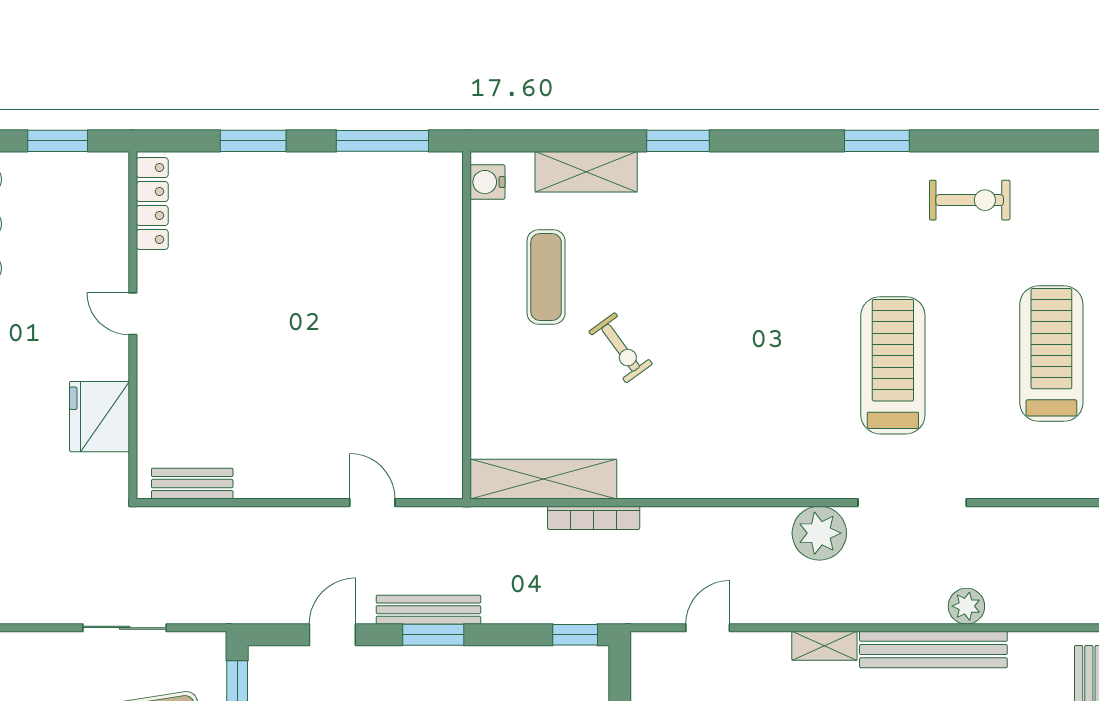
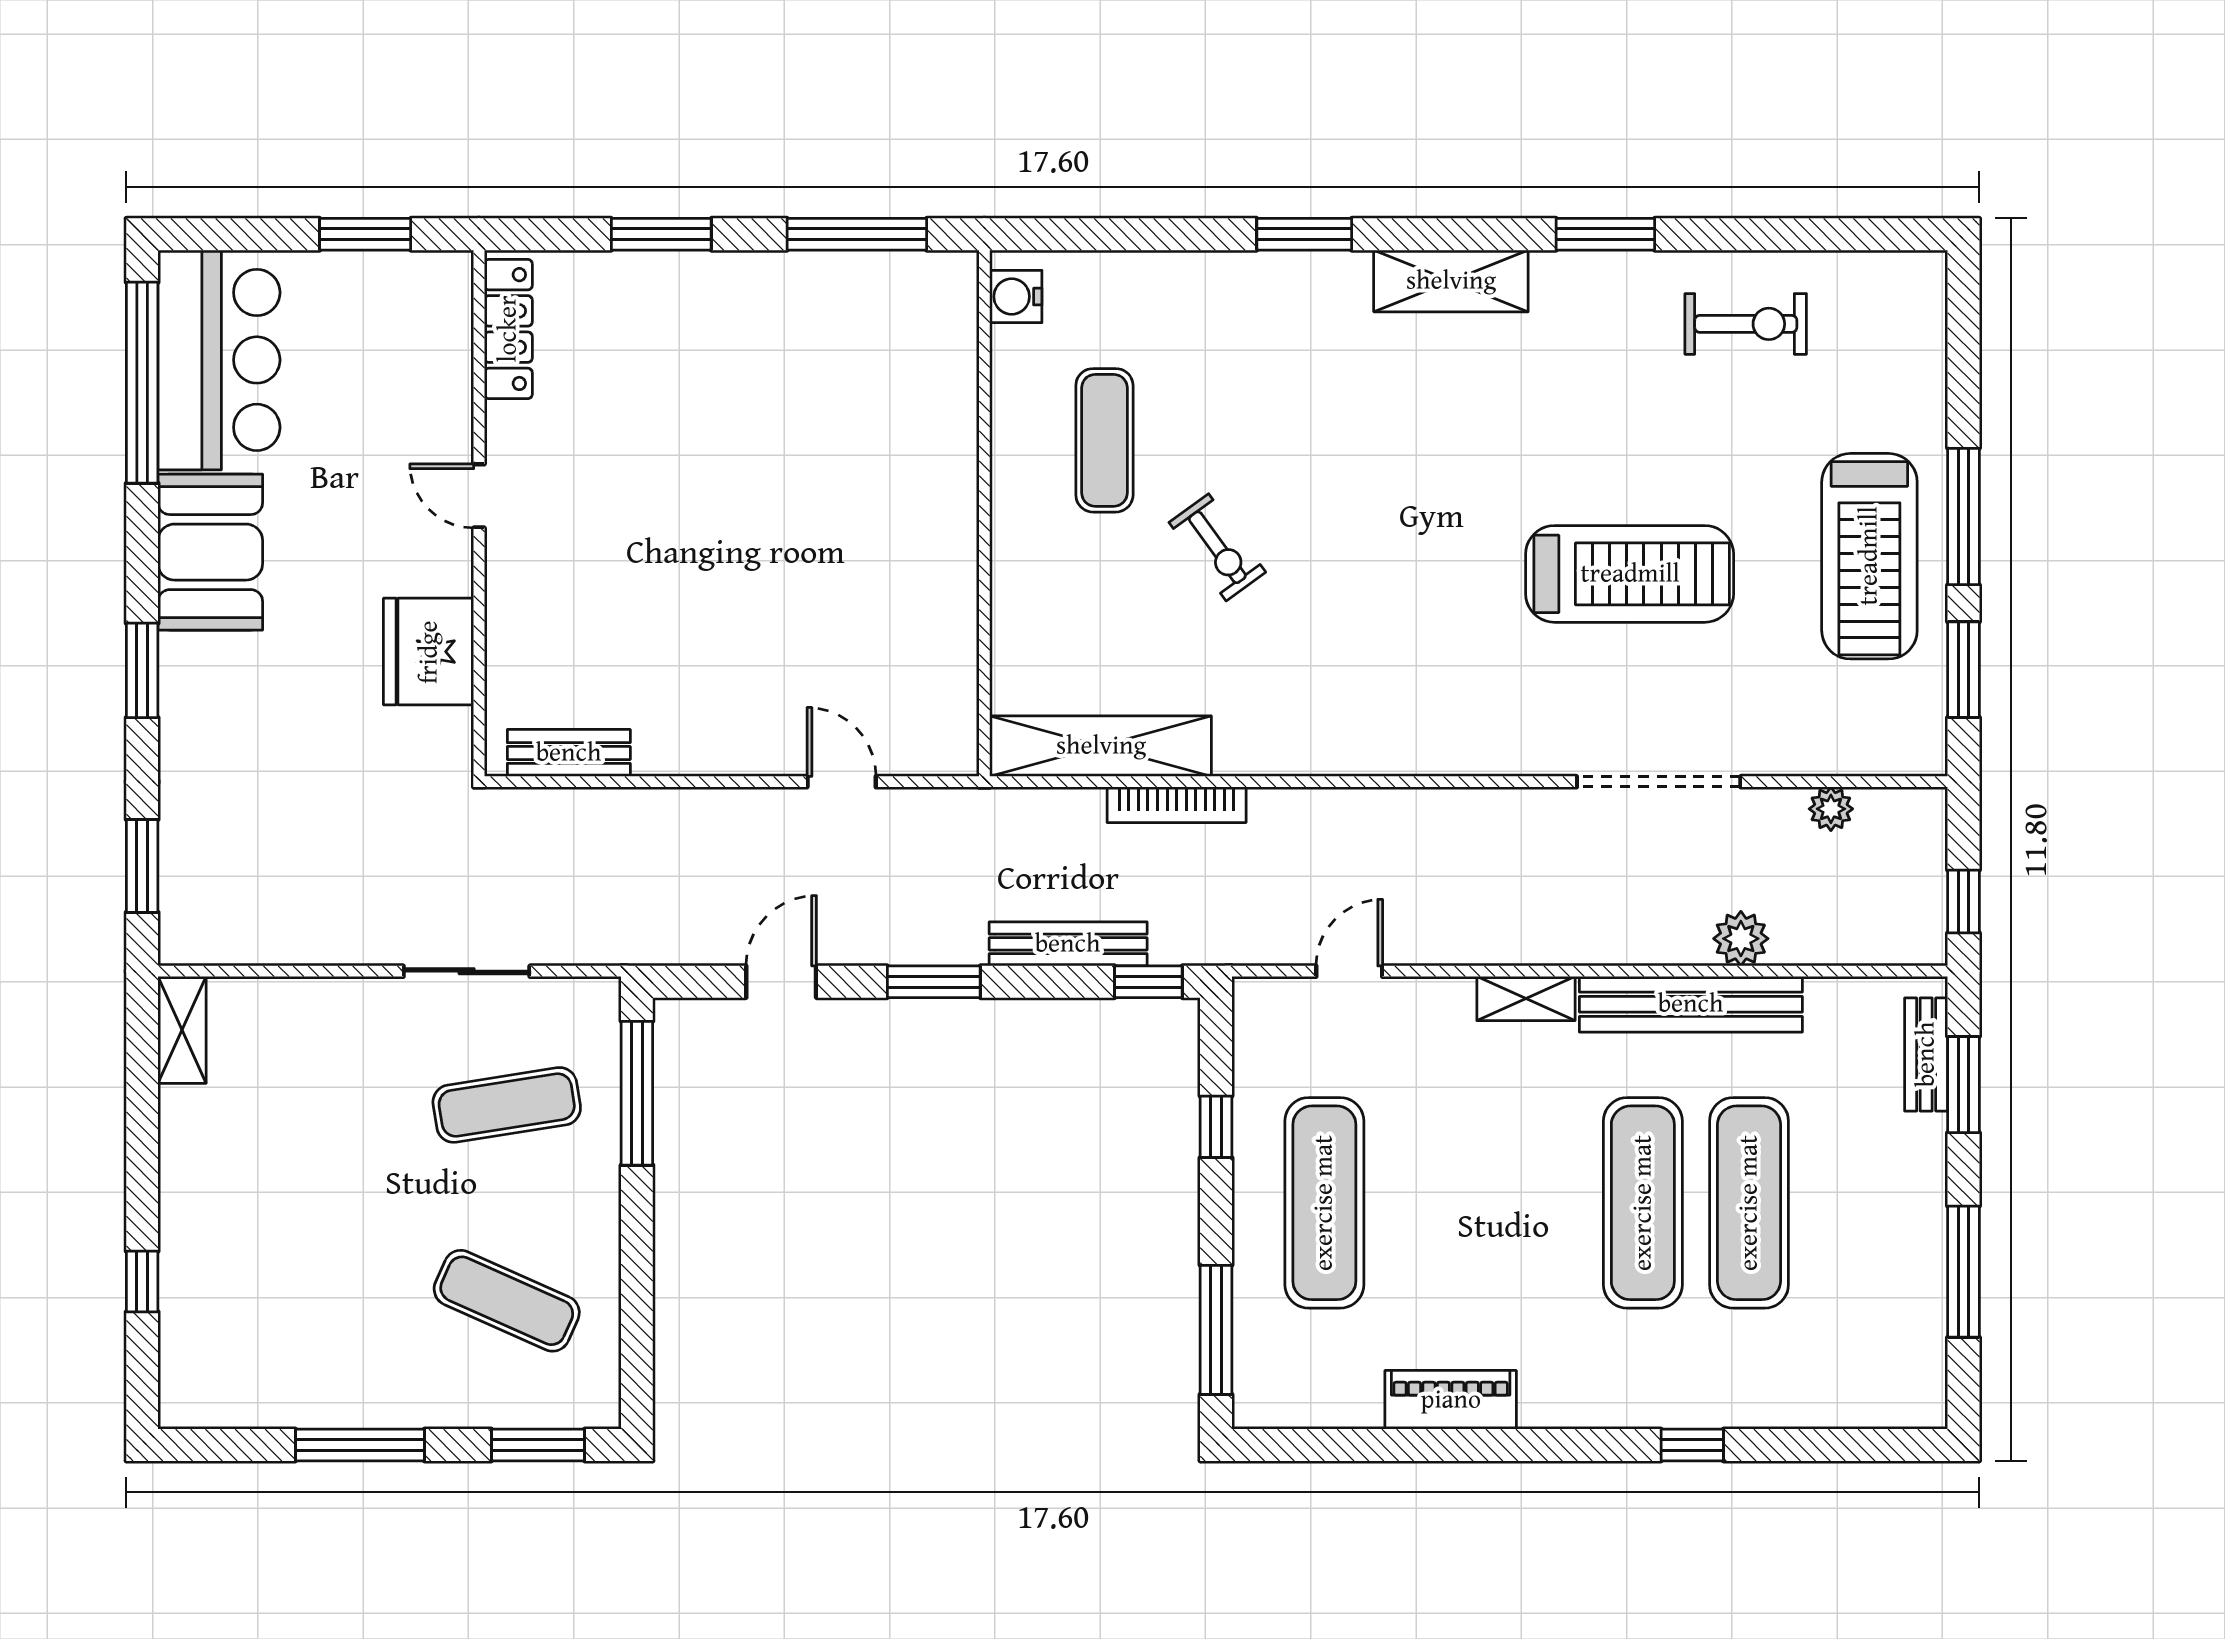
shelving: (586, 172) -> (1451, 281), moved
treadmill: (1051, 354) -> (1869, 556), turned 180
treadmill: (893, 365) -> (1630, 574), turned 90
plant: (819, 533) -> (1831, 809), moved, width x0.53, depth x0.53
bench: (428, 610) -> (1068, 944), moved

